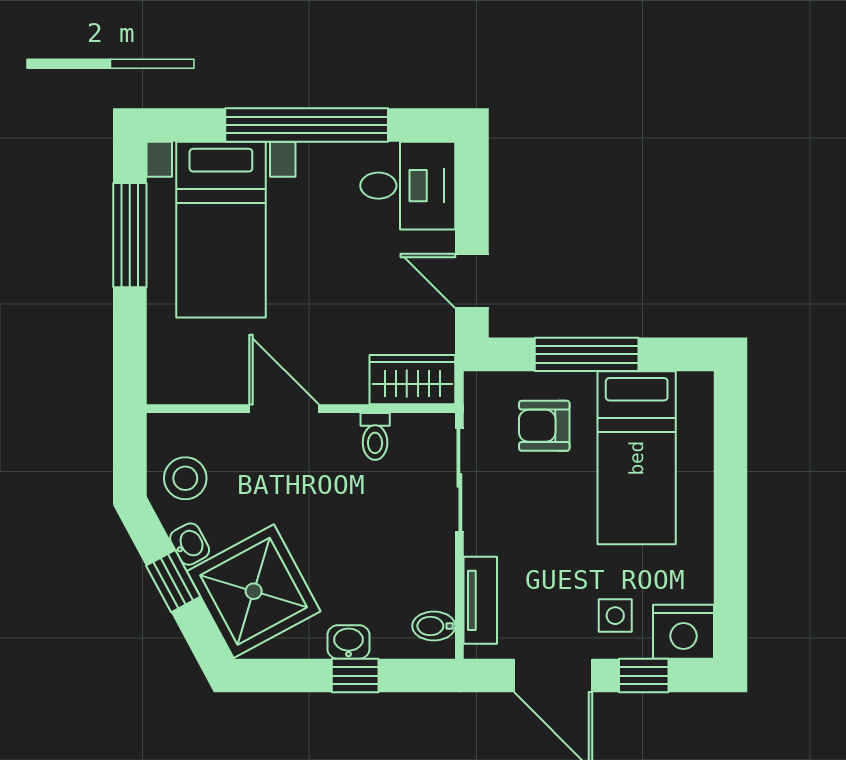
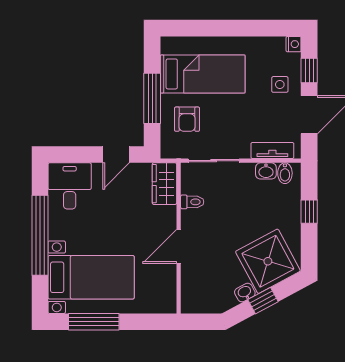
stool: (185, 478) -> (213, 295), removed
nightstand: (683, 632) -> (294, 44), width x0.53, depth x0.56
washbasin: (348, 642) -> (266, 171), moved, turned -90

